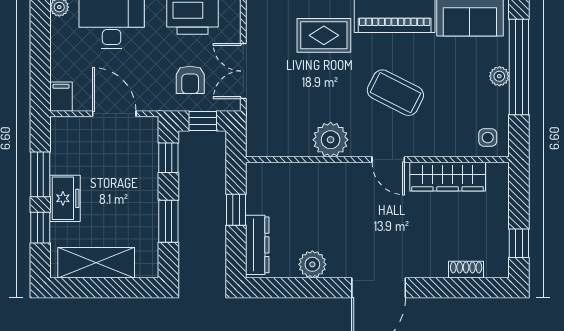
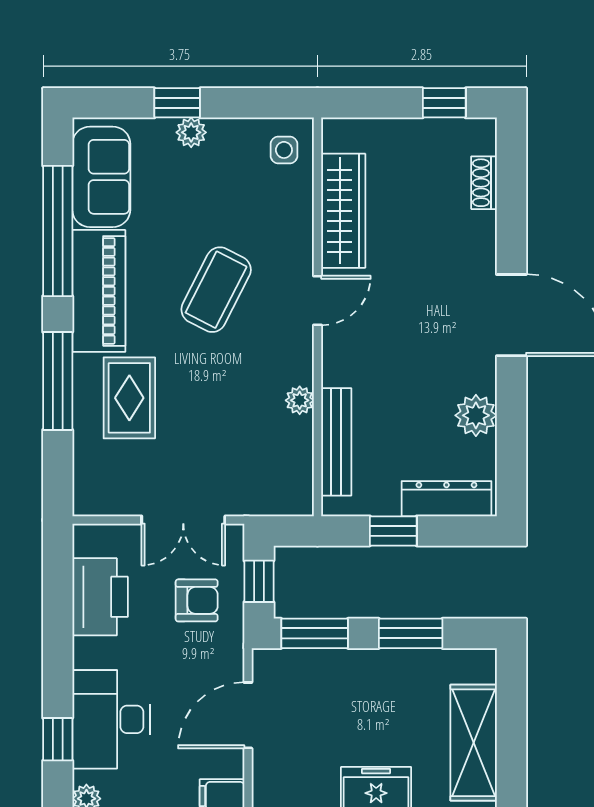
window: (519, 67) -> (177, 103), width x0.32
plant: (331, 140) -> (300, 400), width x0.53, depth x0.53
window: (168, 158) -> (315, 633), width x1.50
bench: (295, 172) -> (336, 442), added

